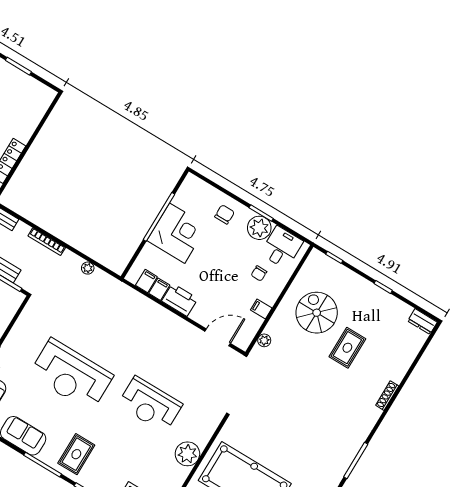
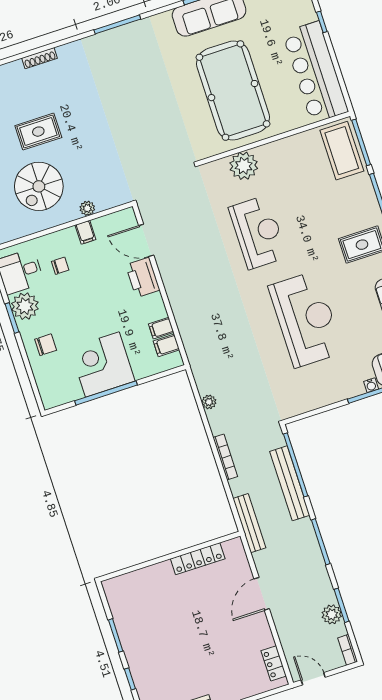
chair: (225, 214) -> (46, 345), turned 180
printer: (180, 300) -> (143, 277), moved
plant: (264, 340) -> (87, 208), moved
plant: (187, 454) -> (244, 166), moved

